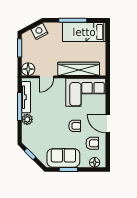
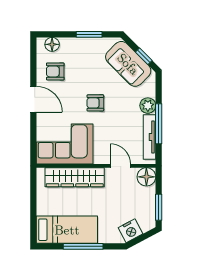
door: (46, 77) -> (120, 166), hinge flipped
armchair: (75, 126) -> (95, 103), moved
sofa: (63, 158) -> (128, 64), moved, turned 45

